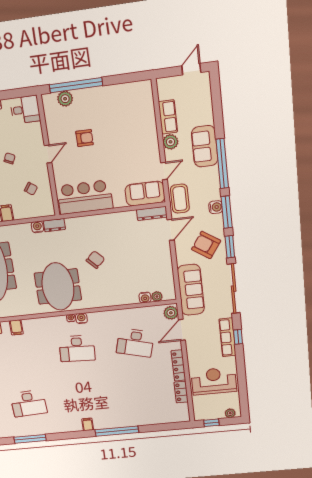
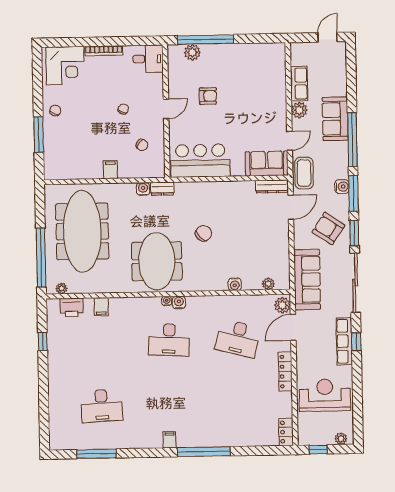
water cooler: (145, 297) -> (235, 284), moved
locker: (181, 392) -> (286, 432), moved

